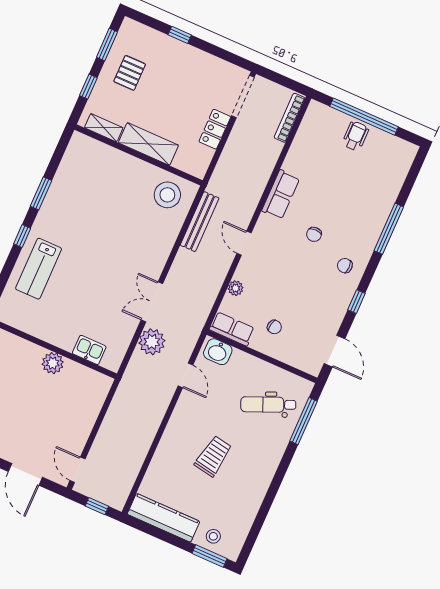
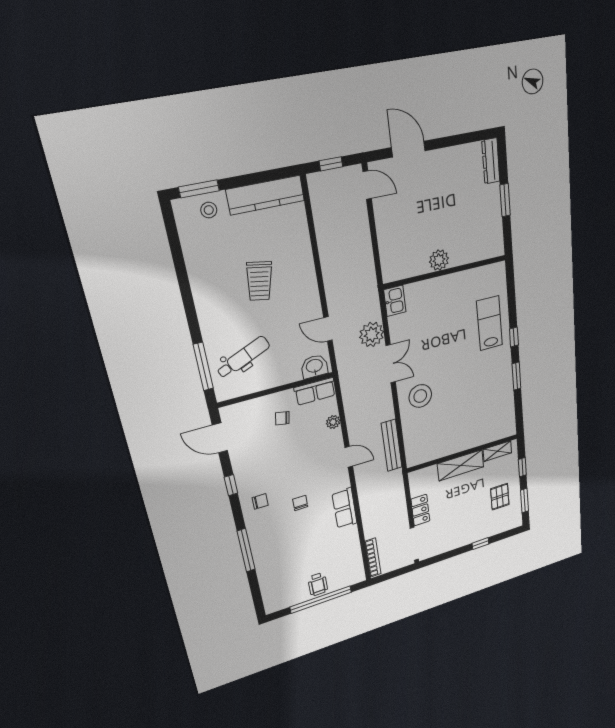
stool: (167, 195) -> (420, 396), moved
kitchen sink: (89, 350) -> (395, 301), moved, turned -90

